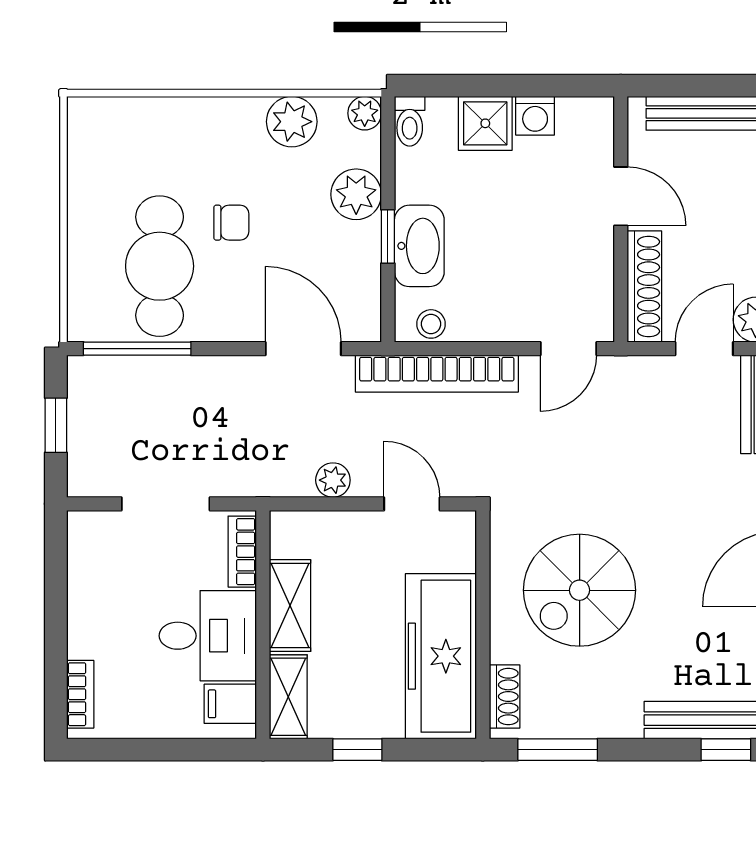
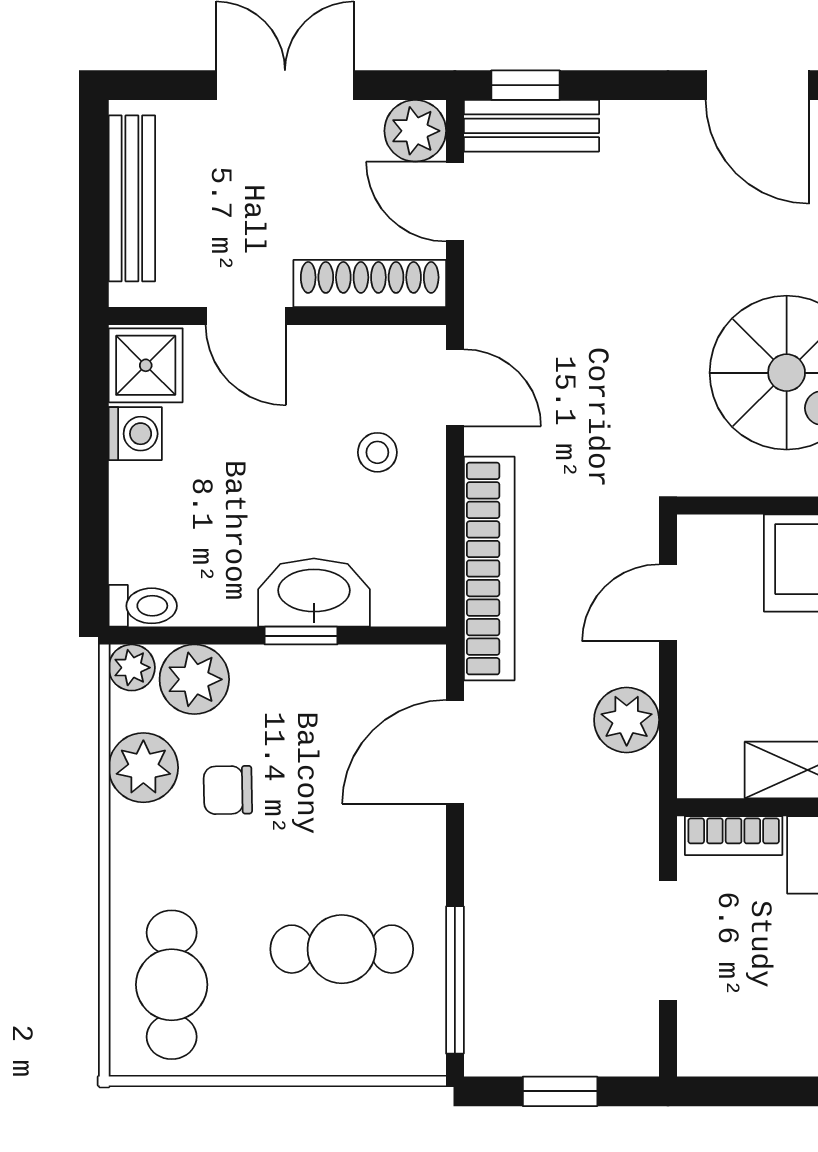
shower: (485, 123) -> (146, 365), moved
cafe table: (134, 142) -> (172, 985), added
plant: (356, 194) -> (194, 679), moved
door: (621, 196) -> (246, 316), swing flipped
chair: (231, 223) -> (228, 790), moved, turned -91
cafe table: (160, 266) -> (342, 949), width x0.73, depth x0.74
stool: (431, 324) -> (377, 452), moved
plant: (333, 480) -> (627, 720), width x1.38, depth x1.38

